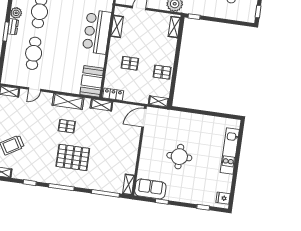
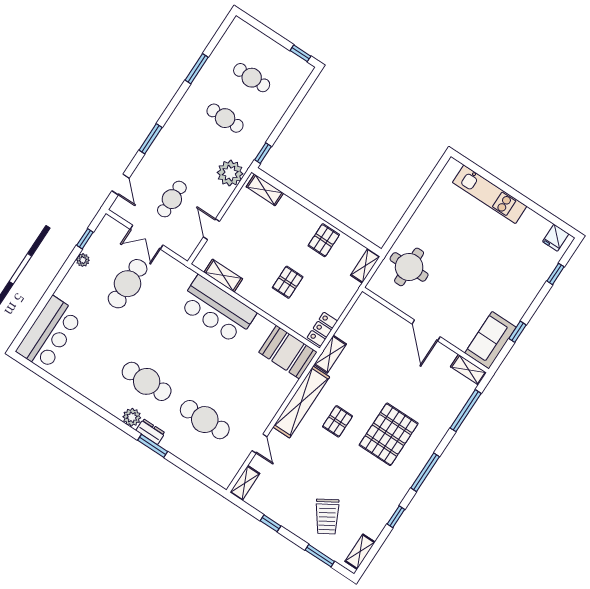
shelving: (68, 101) -> (301, 402), width x1.47
door: (144, 118) -> (426, 330), moved
round table: (179, 157) -> (409, 267), moved

